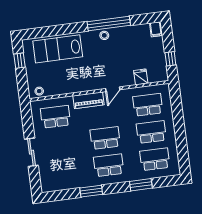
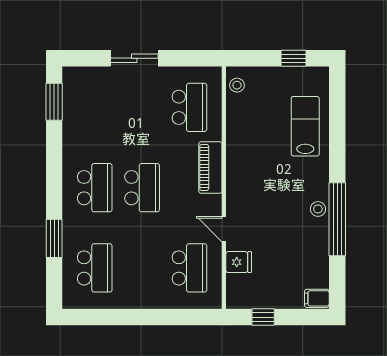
lab bench: (58, 49) -> (305, 126), width x0.73, depth x0.72
door: (113, 89) -> (224, 229), moved
school desk: (151, 132) -> (142, 268), removed
window: (91, 191) -> (54, 102), moved

